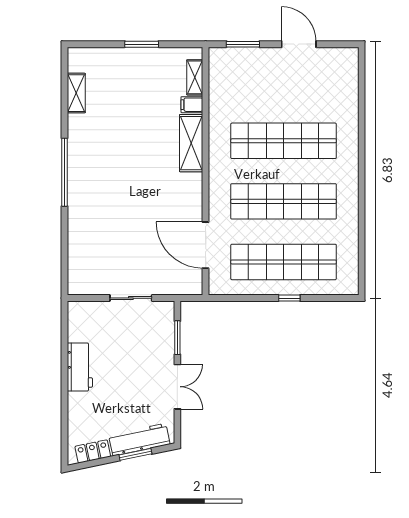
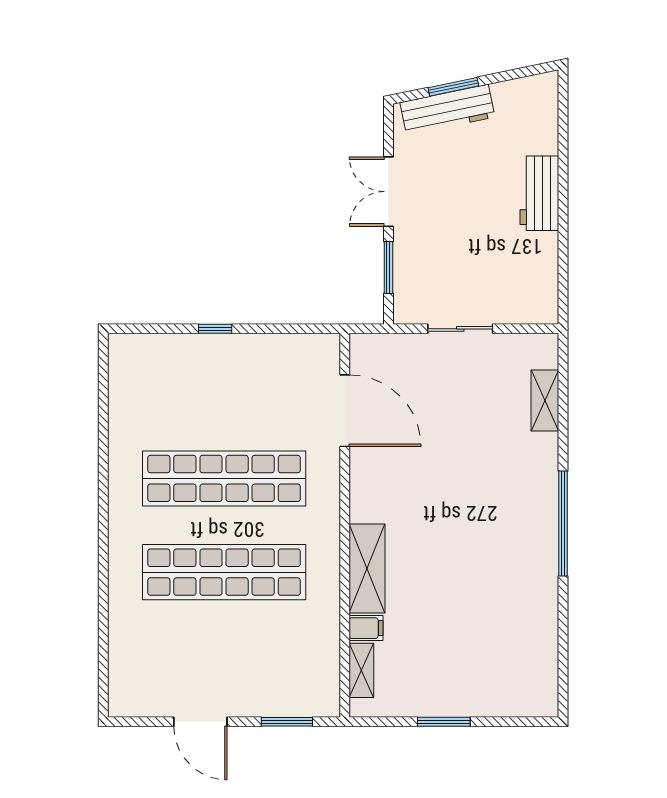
shelving: (76, 93) -> (545, 401), moved
shop shelf: (284, 262) -> (224, 385), removed
workbench: (80, 367) -> (539, 193), moved
locker: (93, 451) -> (519, 91), removed

